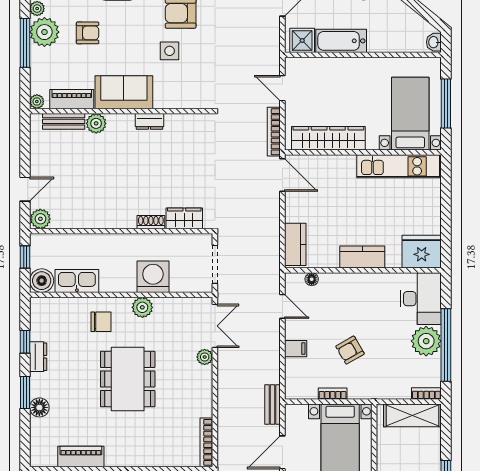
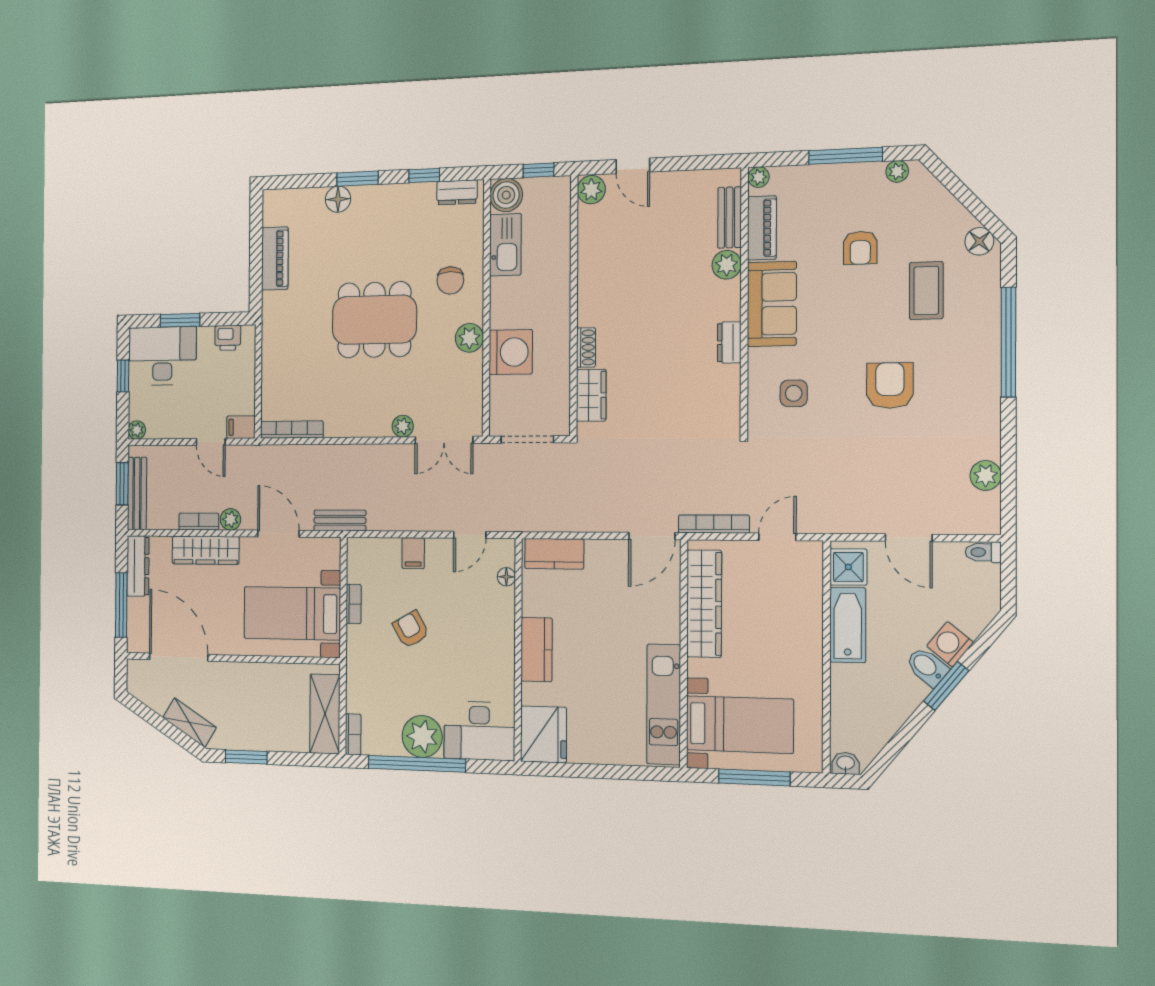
plant: (44, 32) -> (862, 184), removed
side table: (170, 51) -> (794, 393), moved
dresser: (38, 357) -> (457, 192), moved

